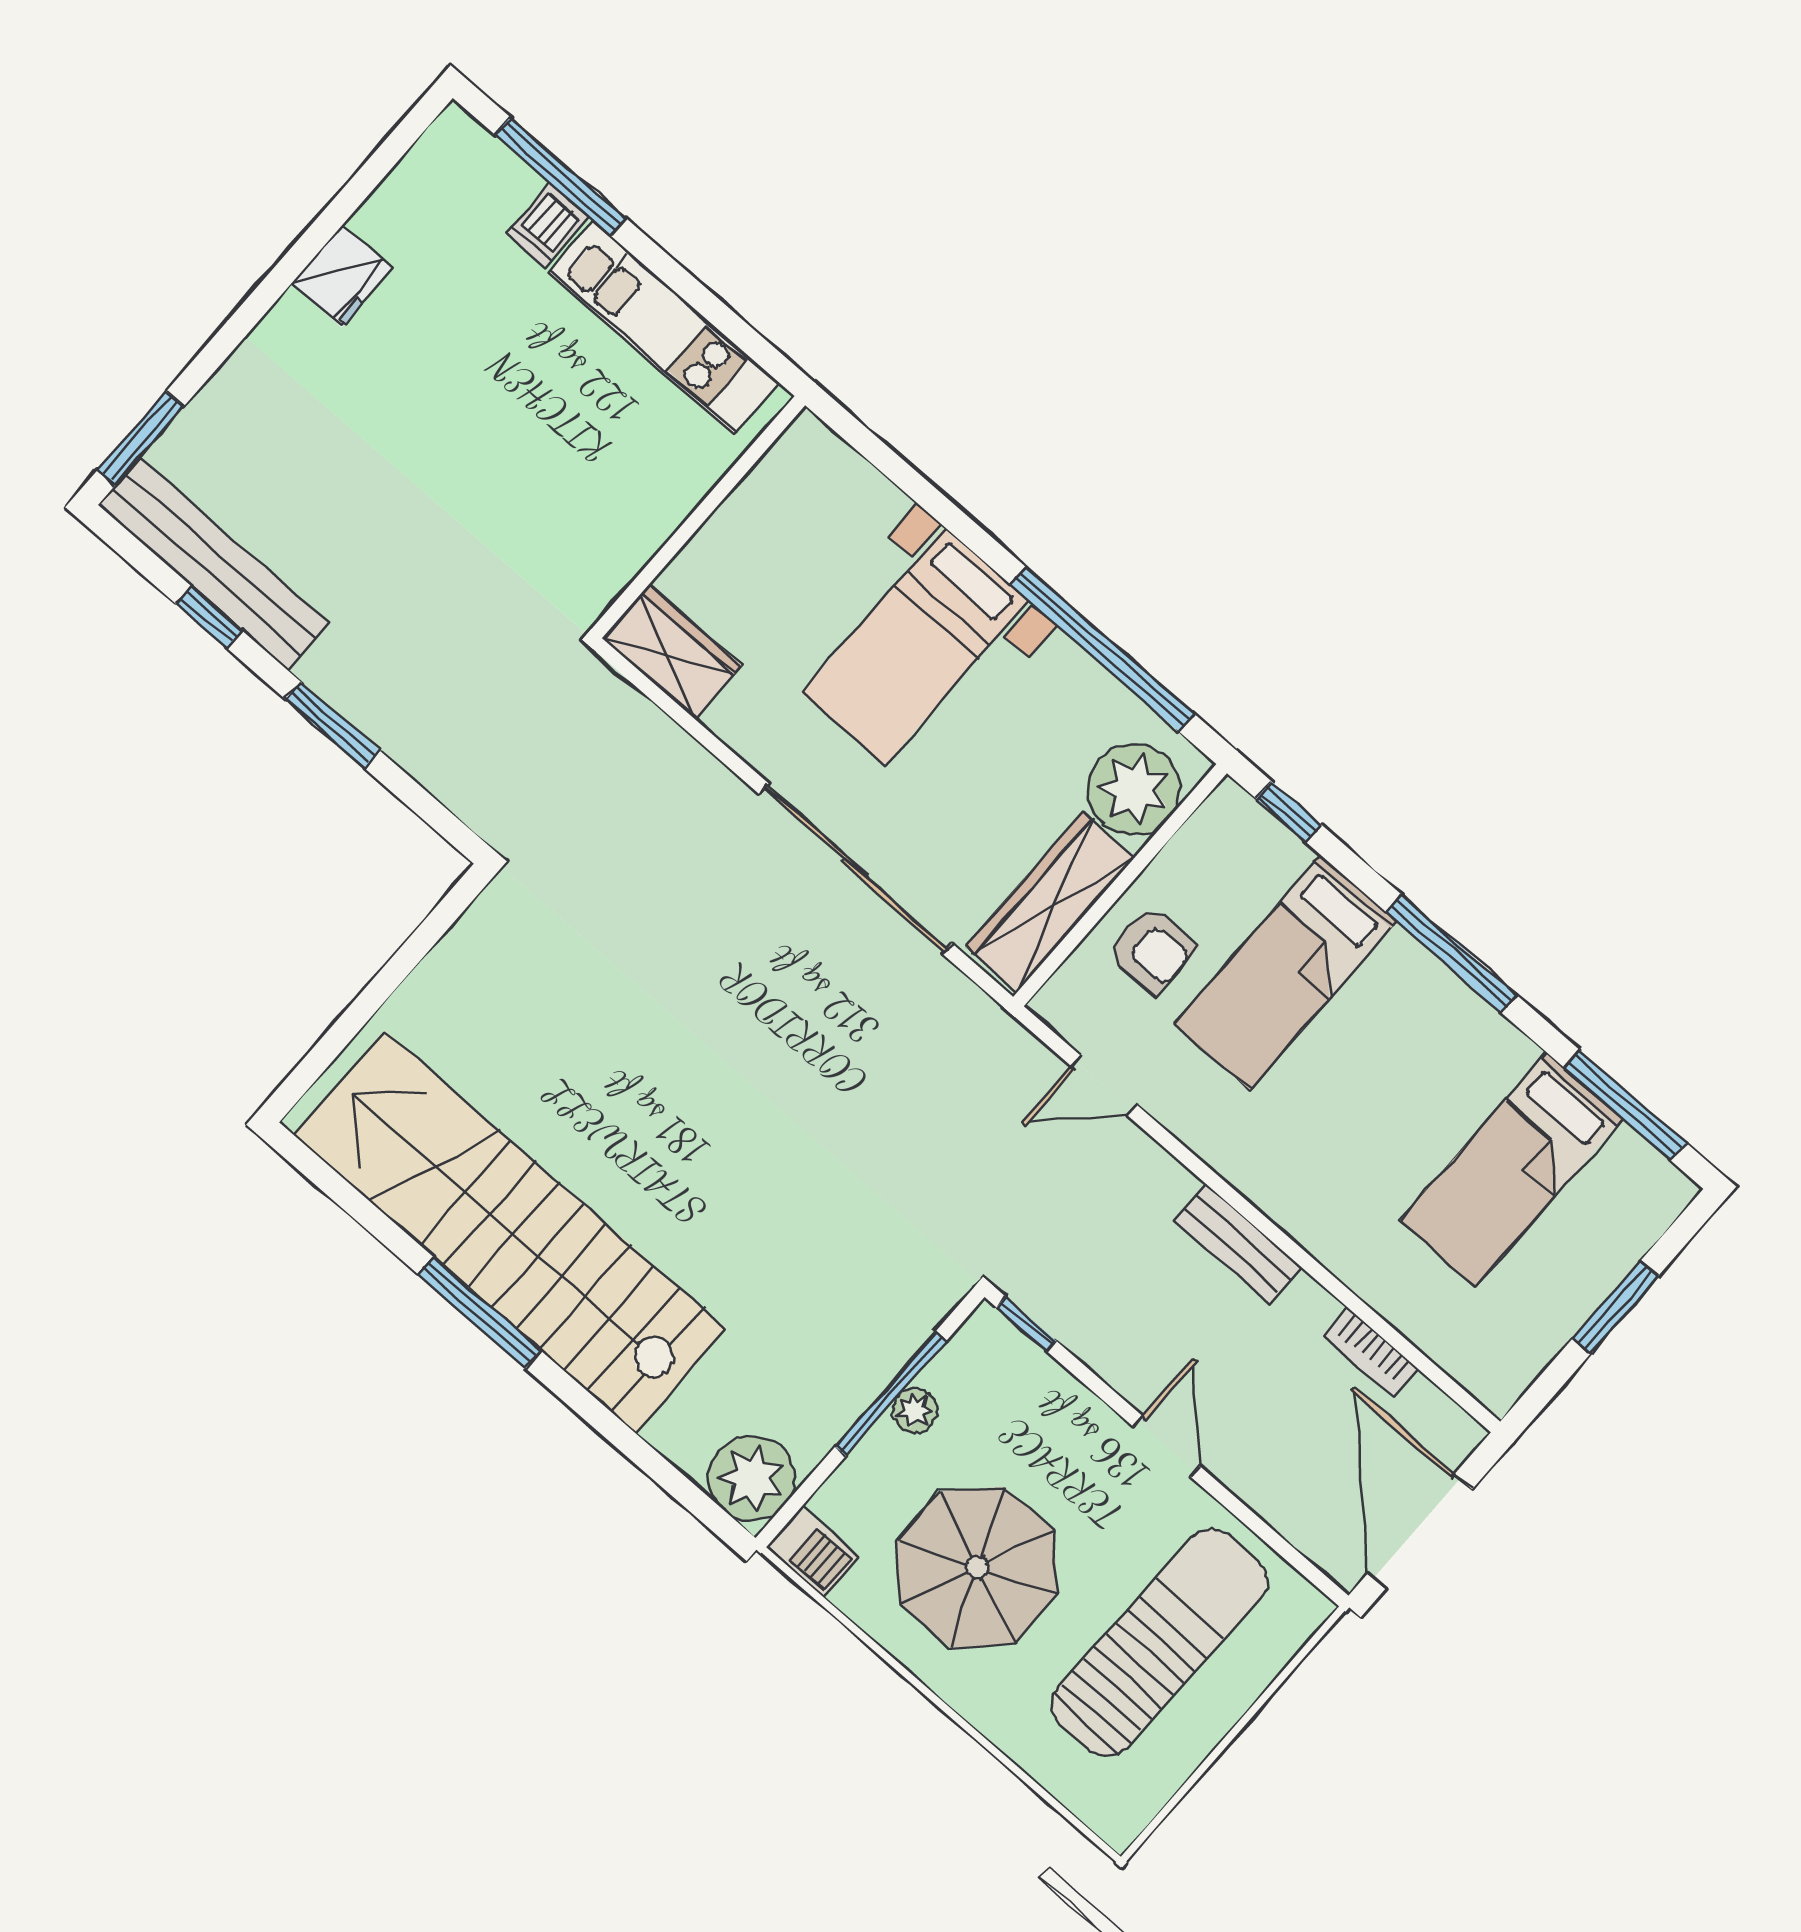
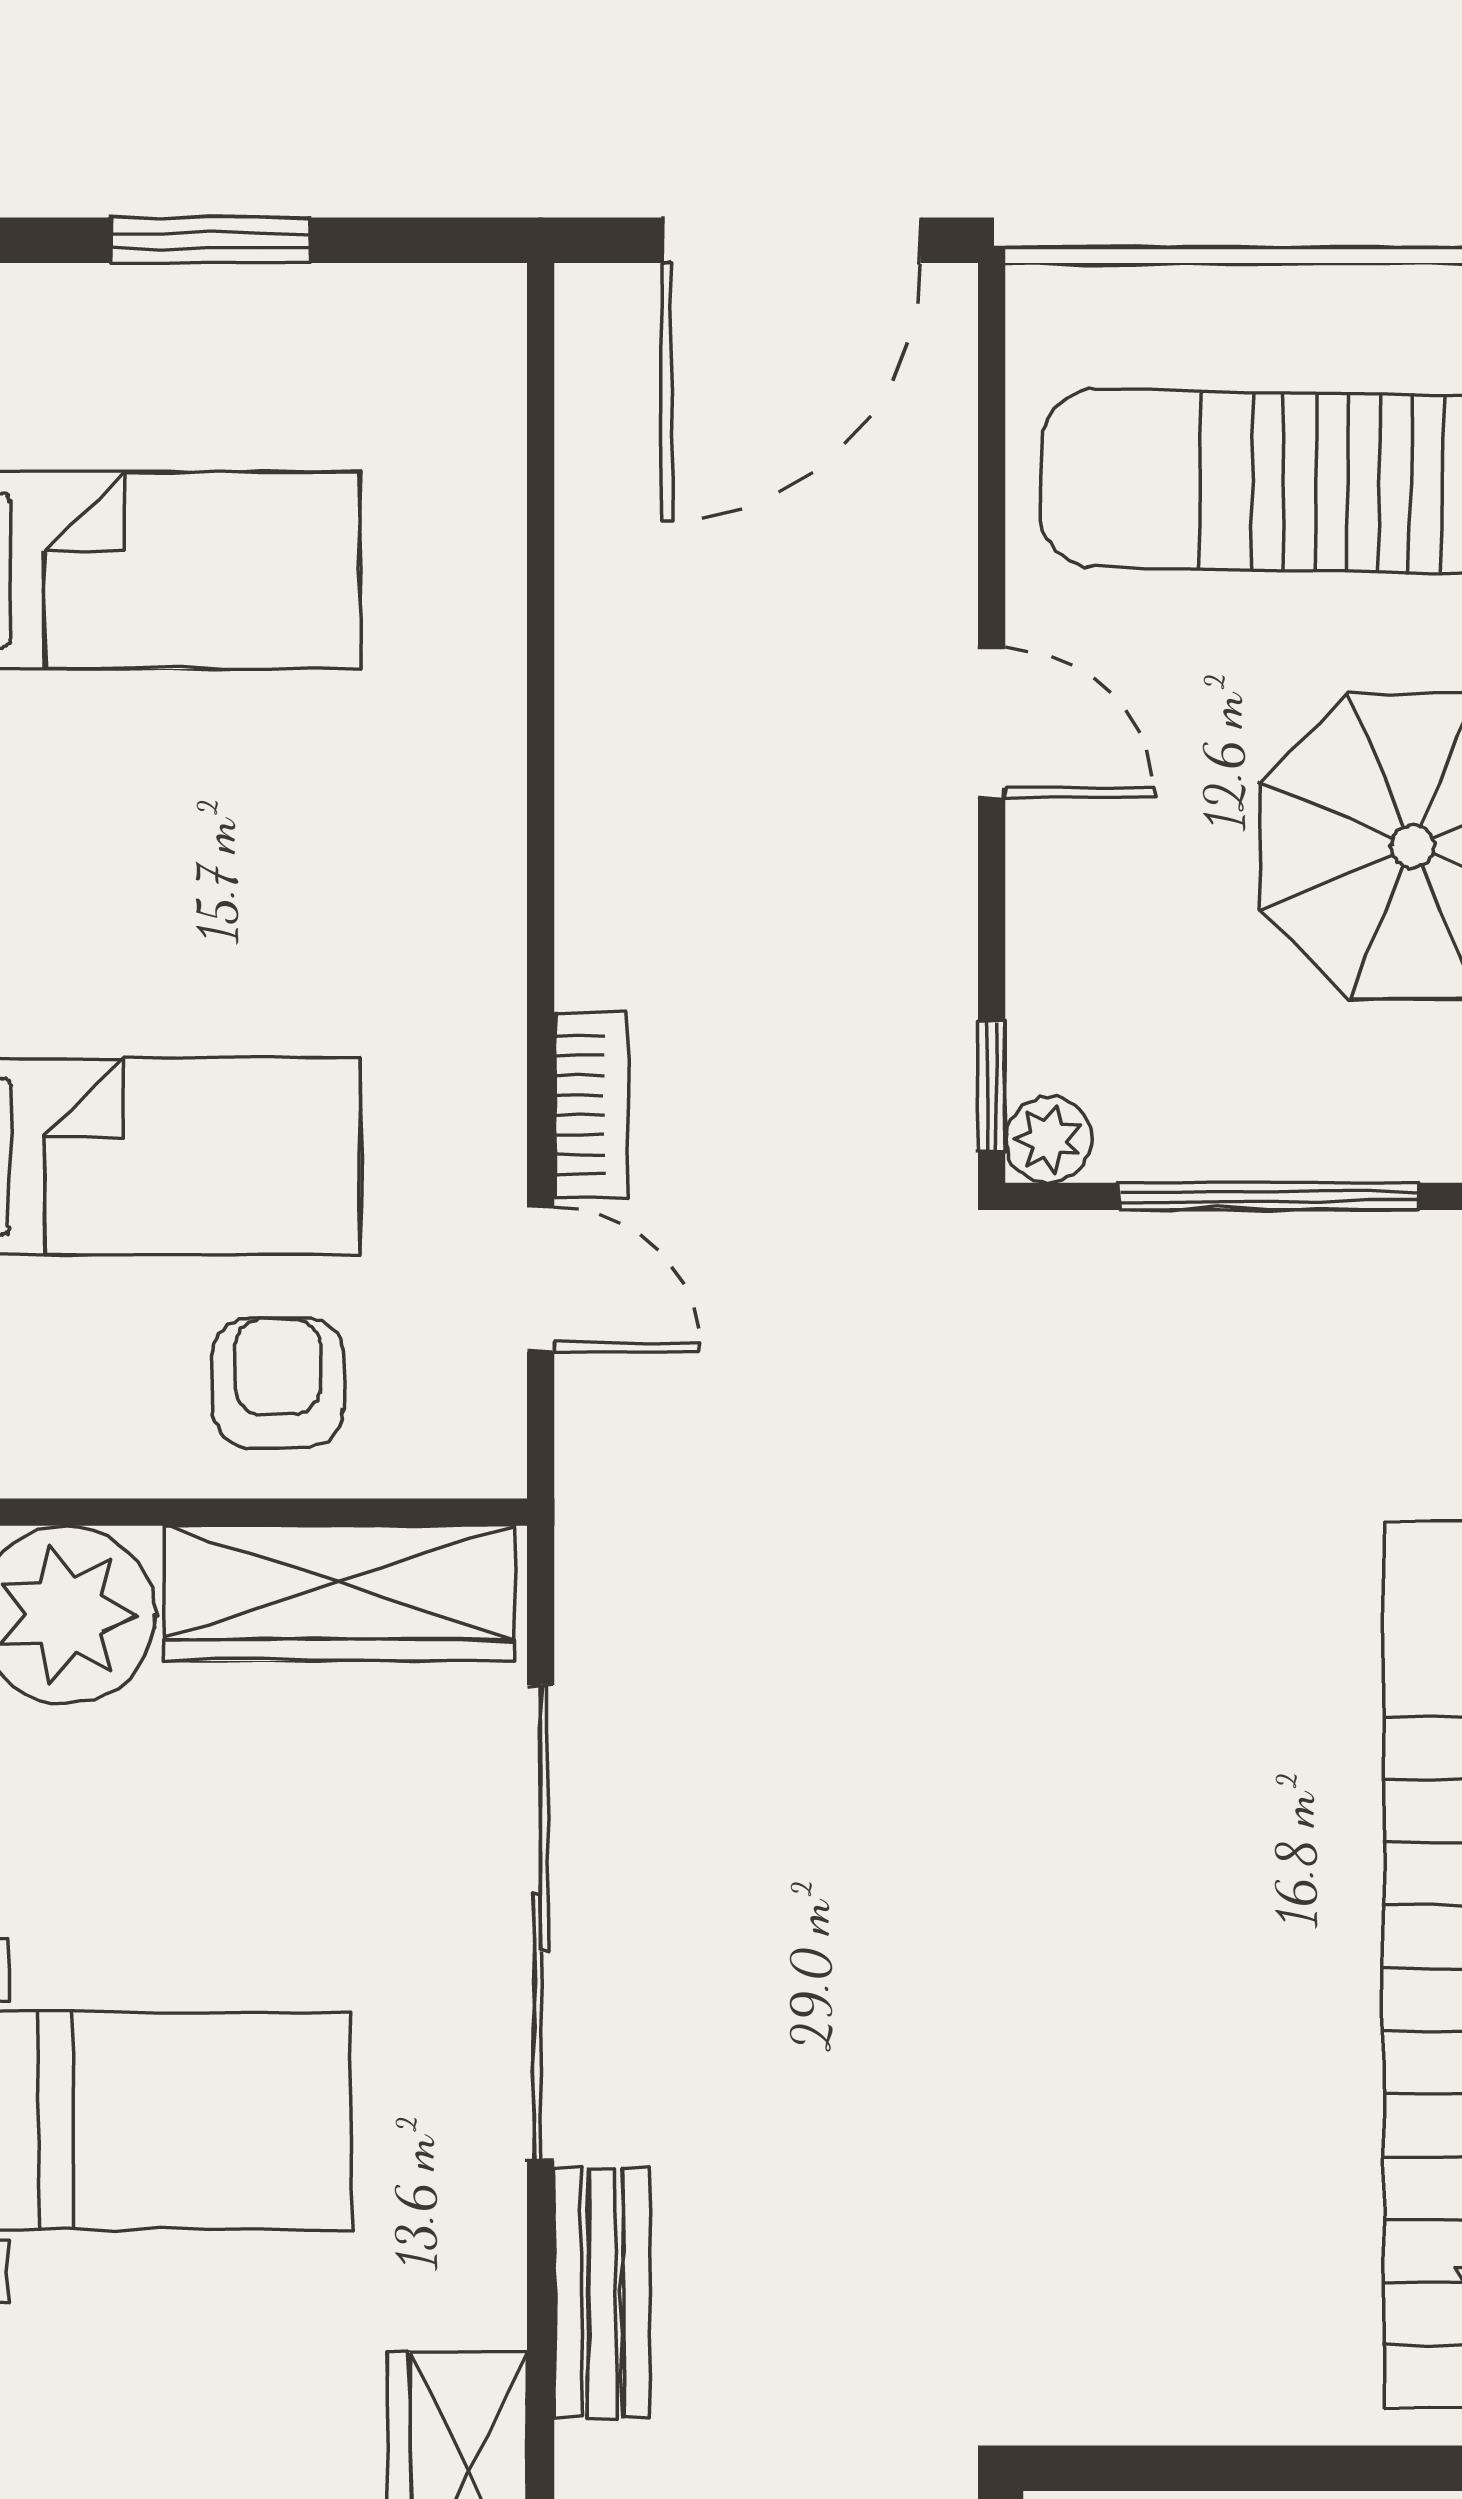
bench: (1238, 1244) -> (602, 2293), moved
bookcase: (1370, 1352) -> (591, 1105), moved
plant: (915, 1410) -> (1048, 1140), moved
door: (1166, 1446) -> (992, 723), swing flipped

